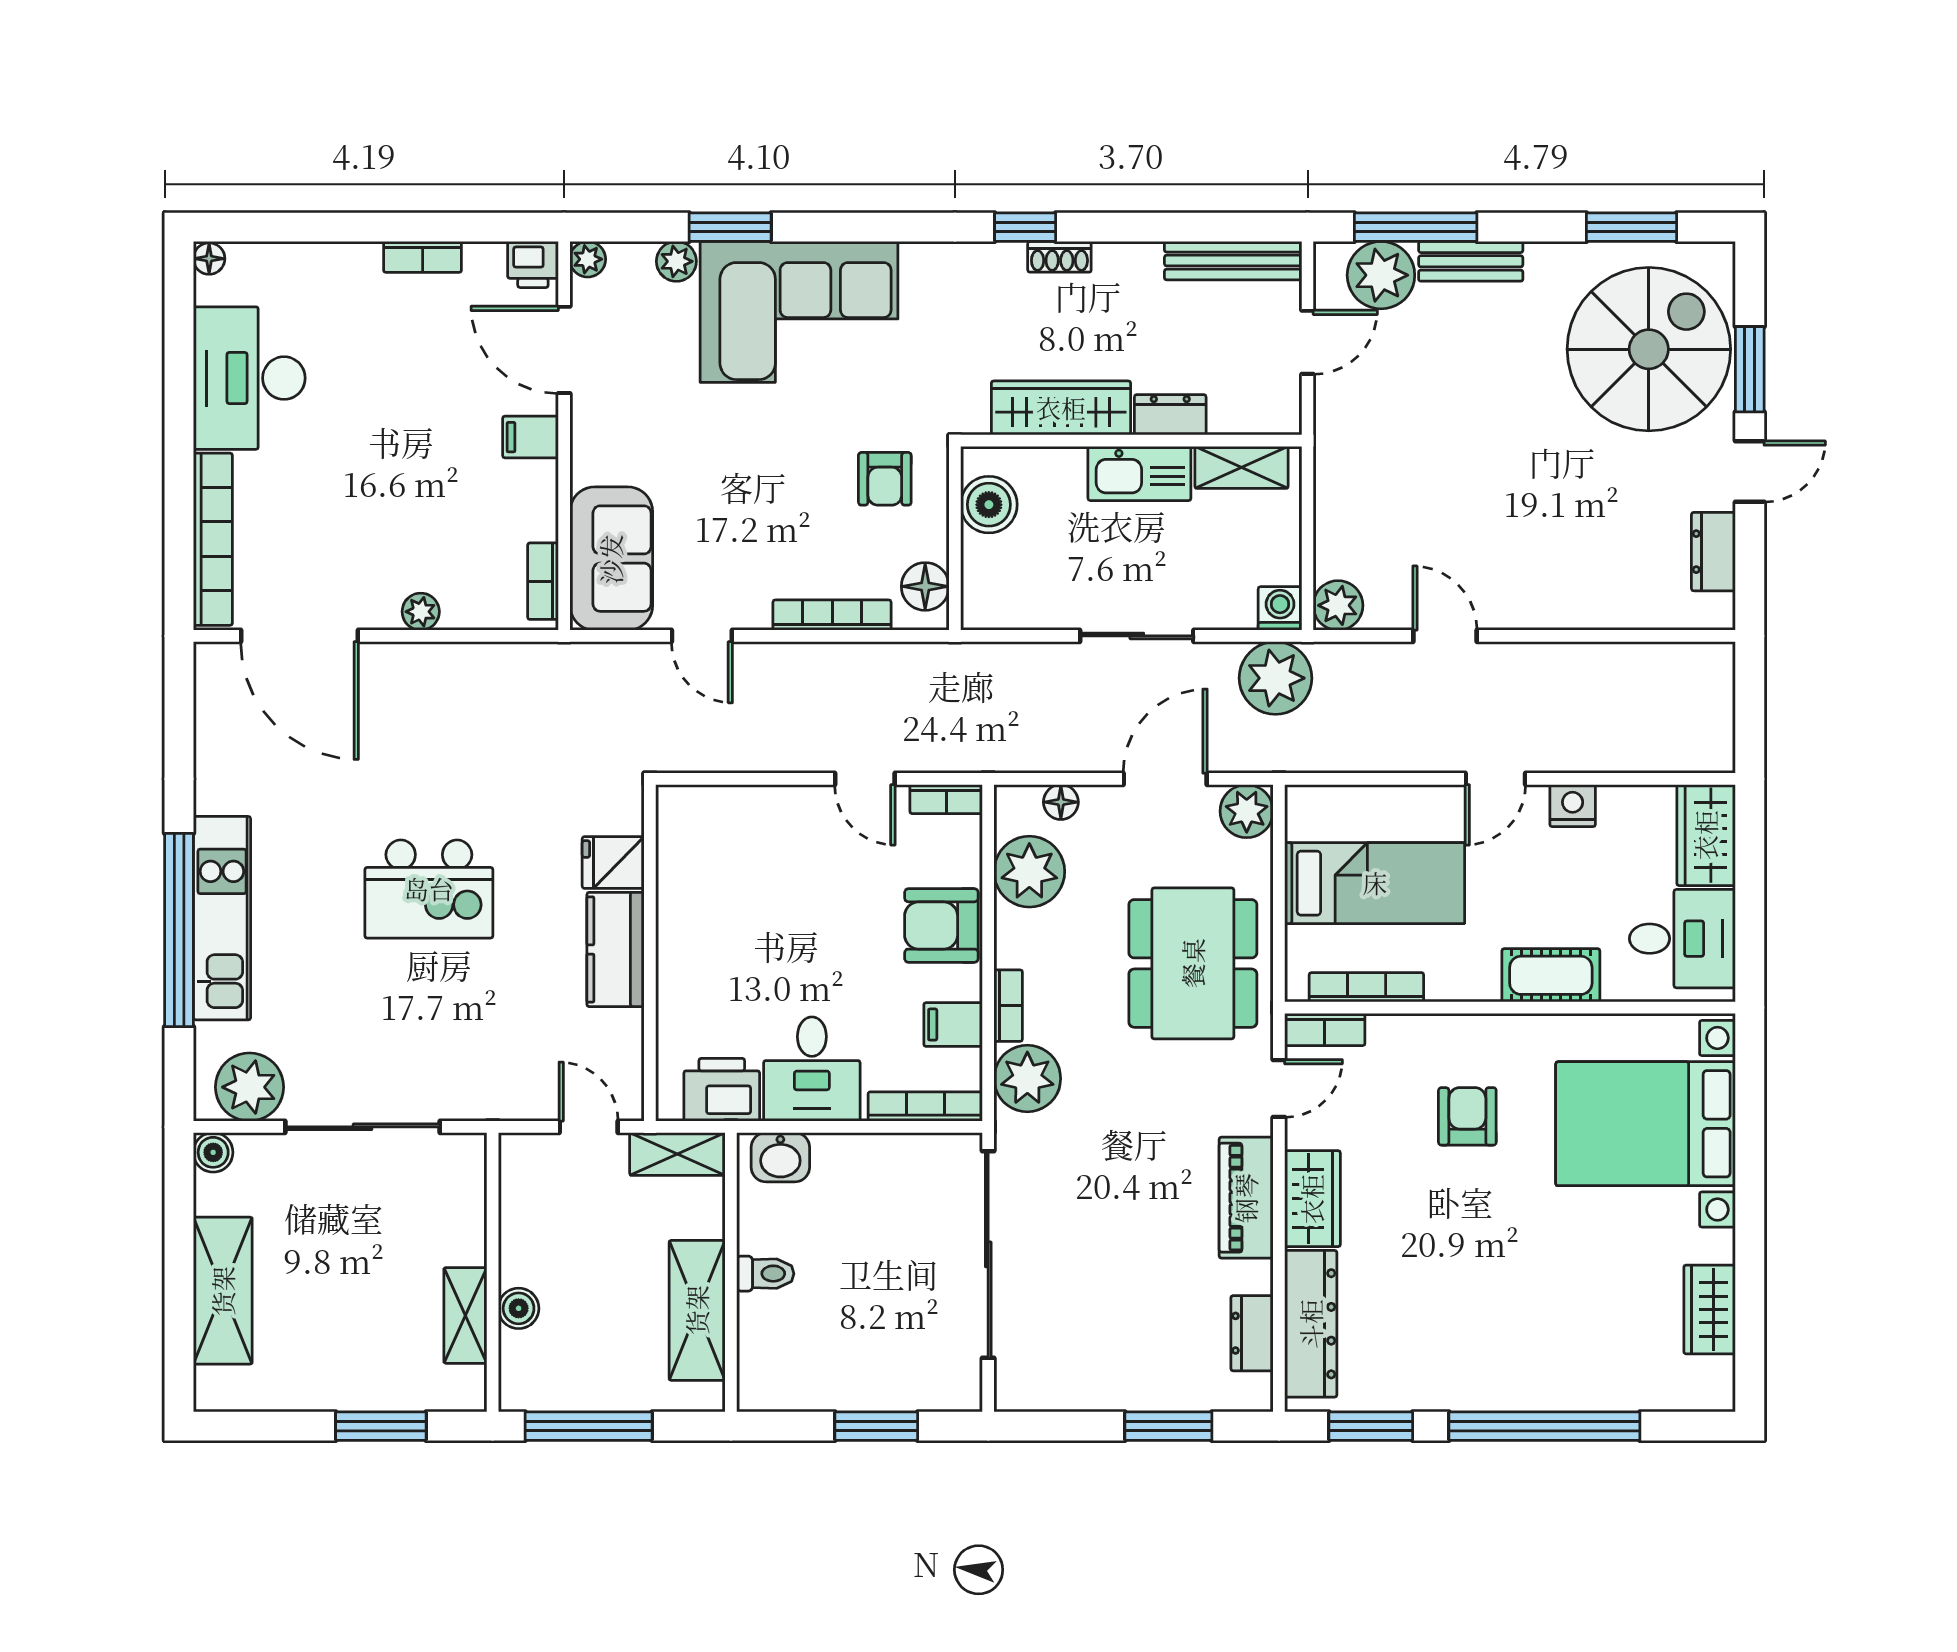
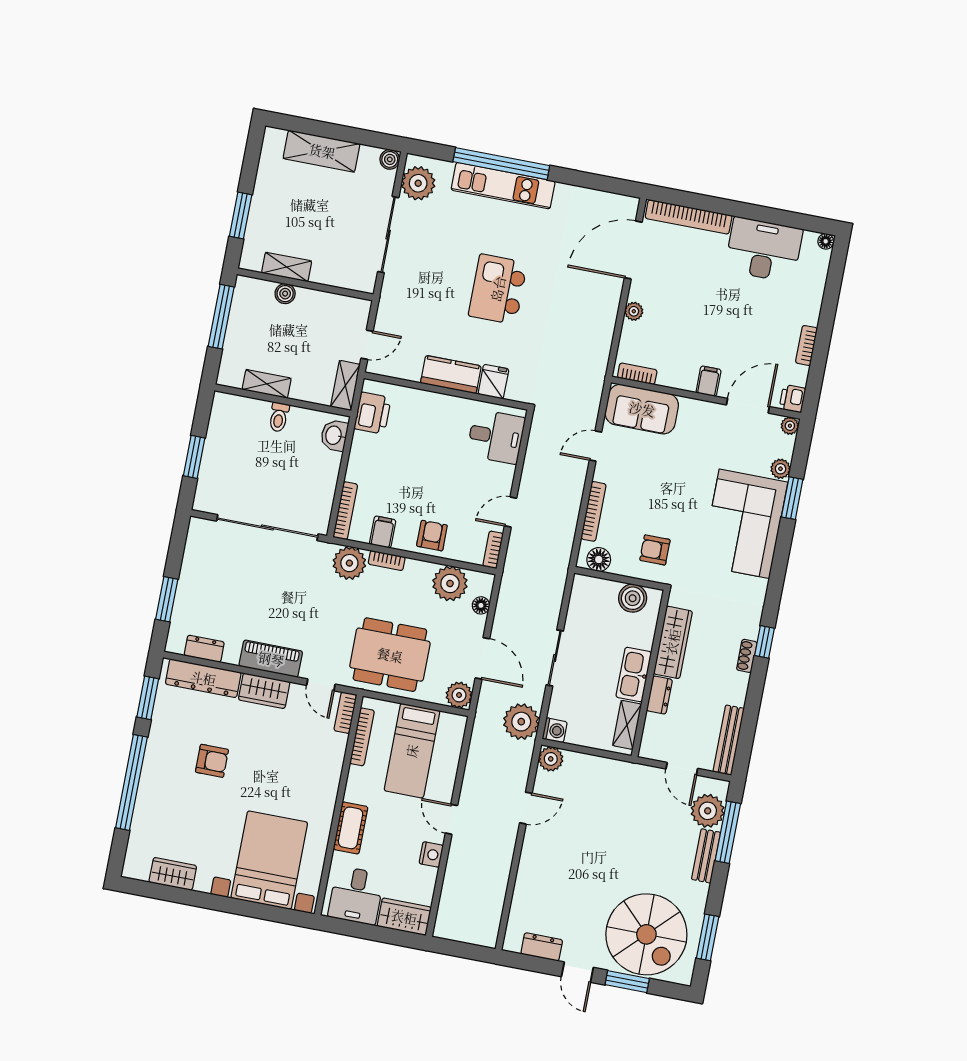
armchair: (941, 925) -> (432, 536), width x0.72, depth x0.72
desk: (812, 1069) -> (496, 437), moved, turned 180
armchair: (1467, 1116) -> (212, 761), moved
shelving: (697, 1310) -> (267, 384), width x0.67, depth x0.75

